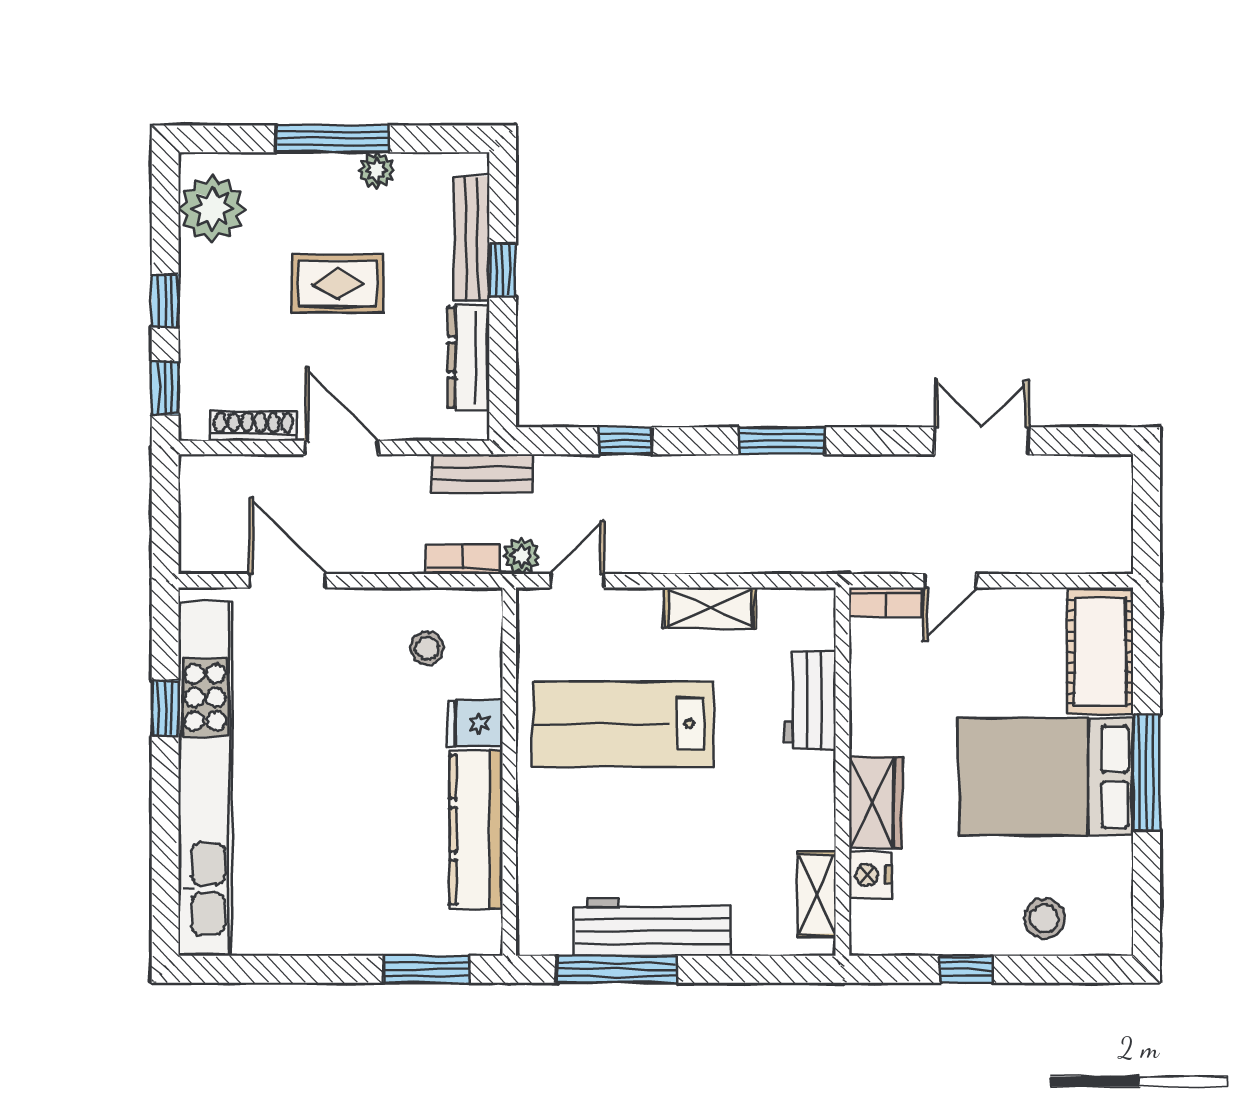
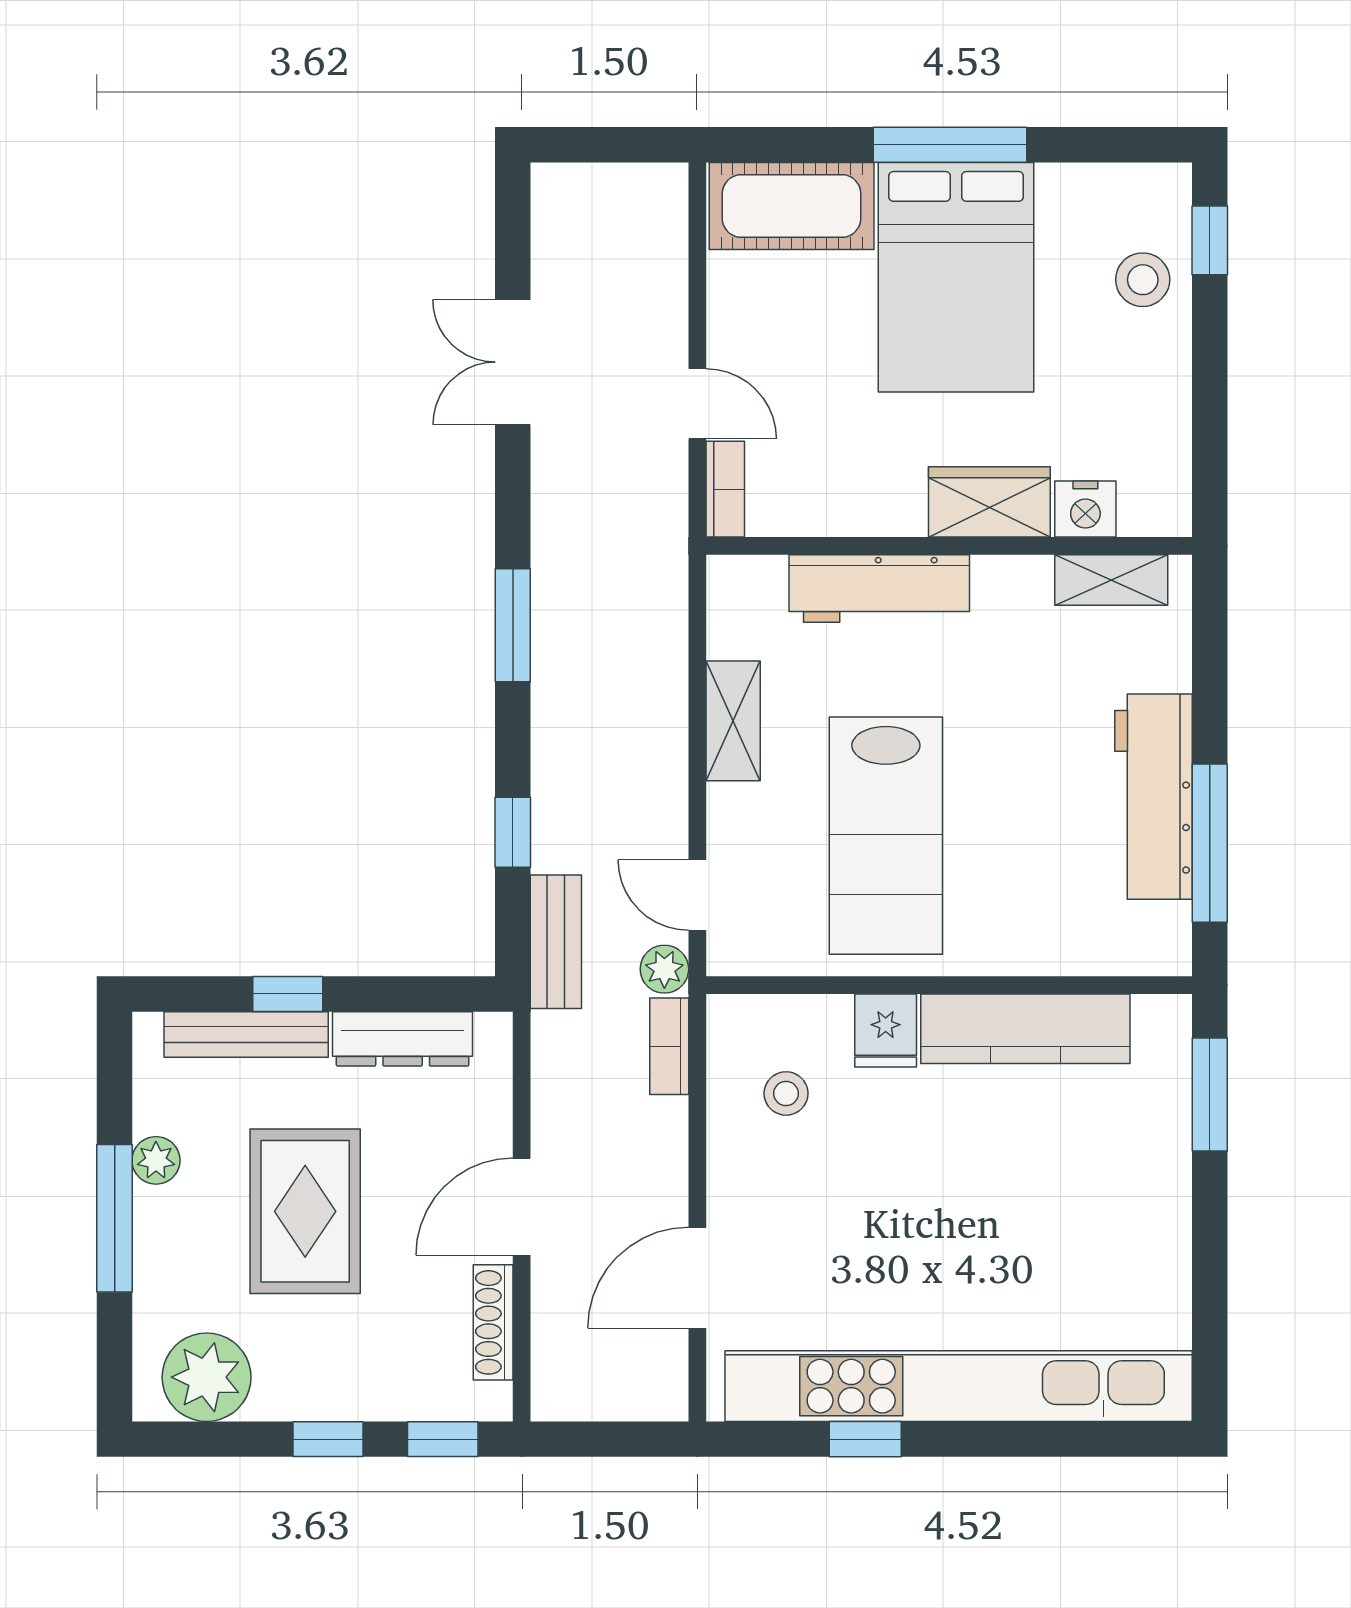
rug: (338, 283) -> (305, 1211), width x1.36, depth x1.43
bench: (483, 474) -> (556, 942), moved
workbench: (810, 700) -> (879, 589), width x1.38
window: (966, 969) -> (1210, 240), moved

